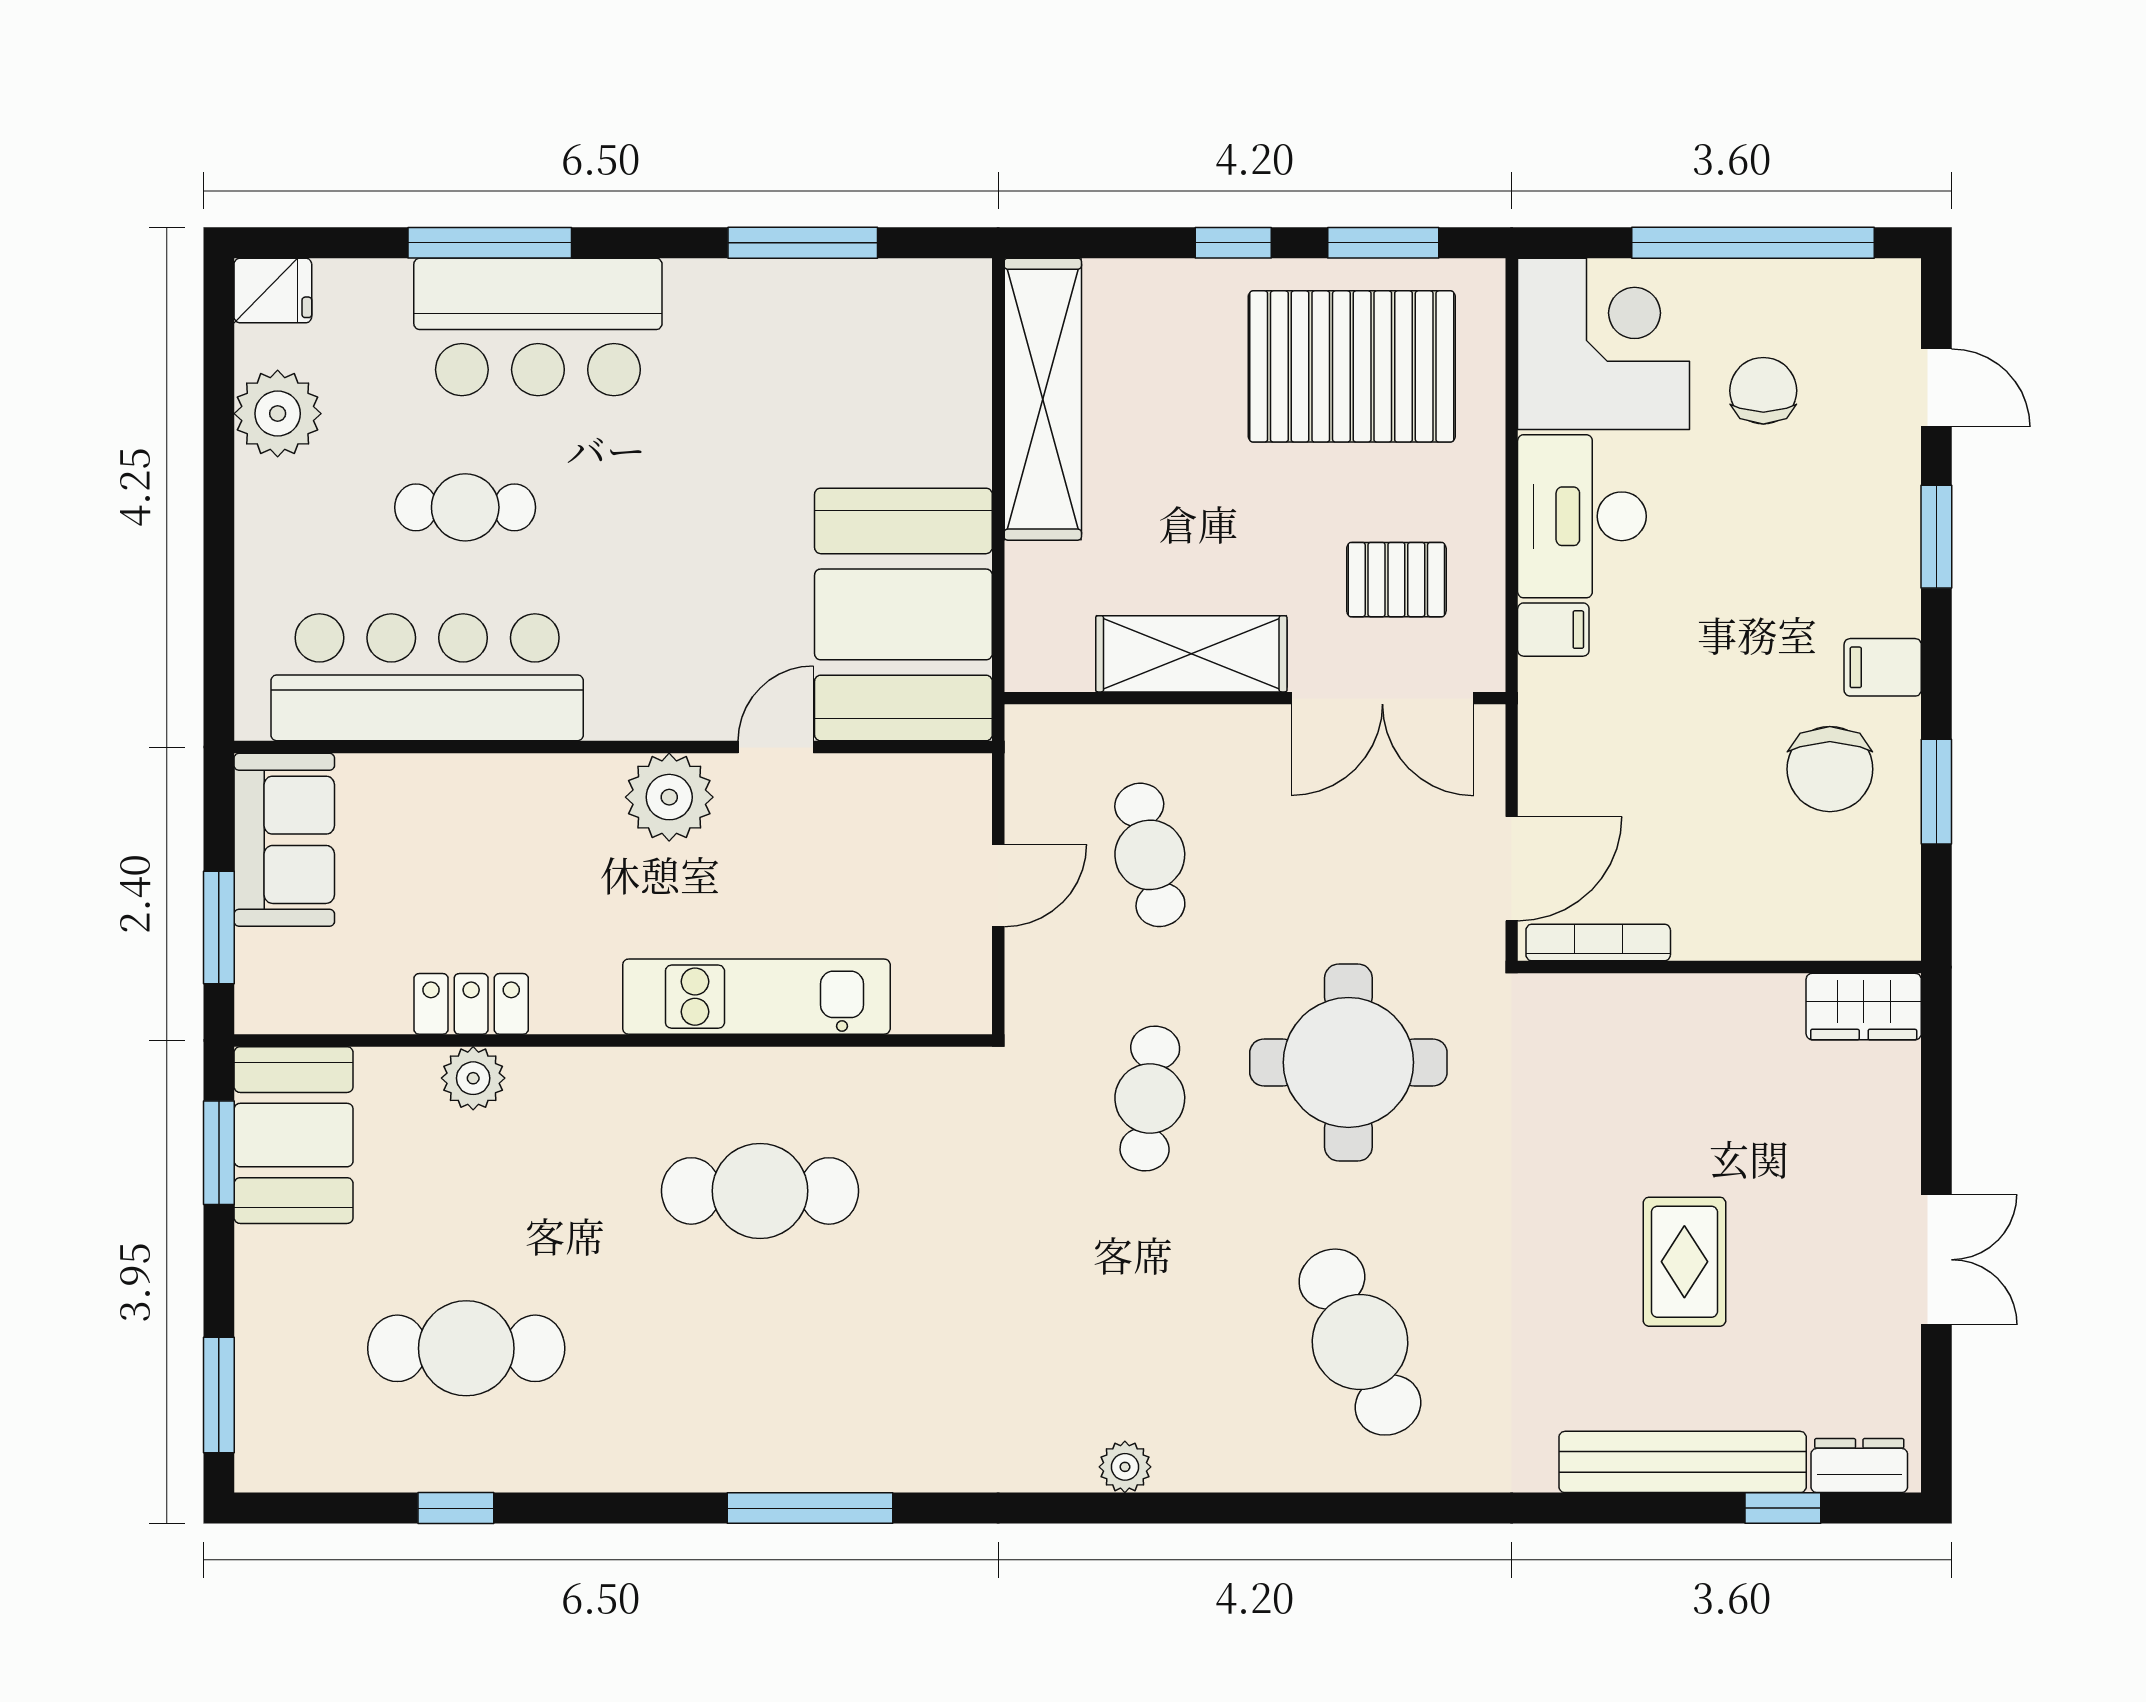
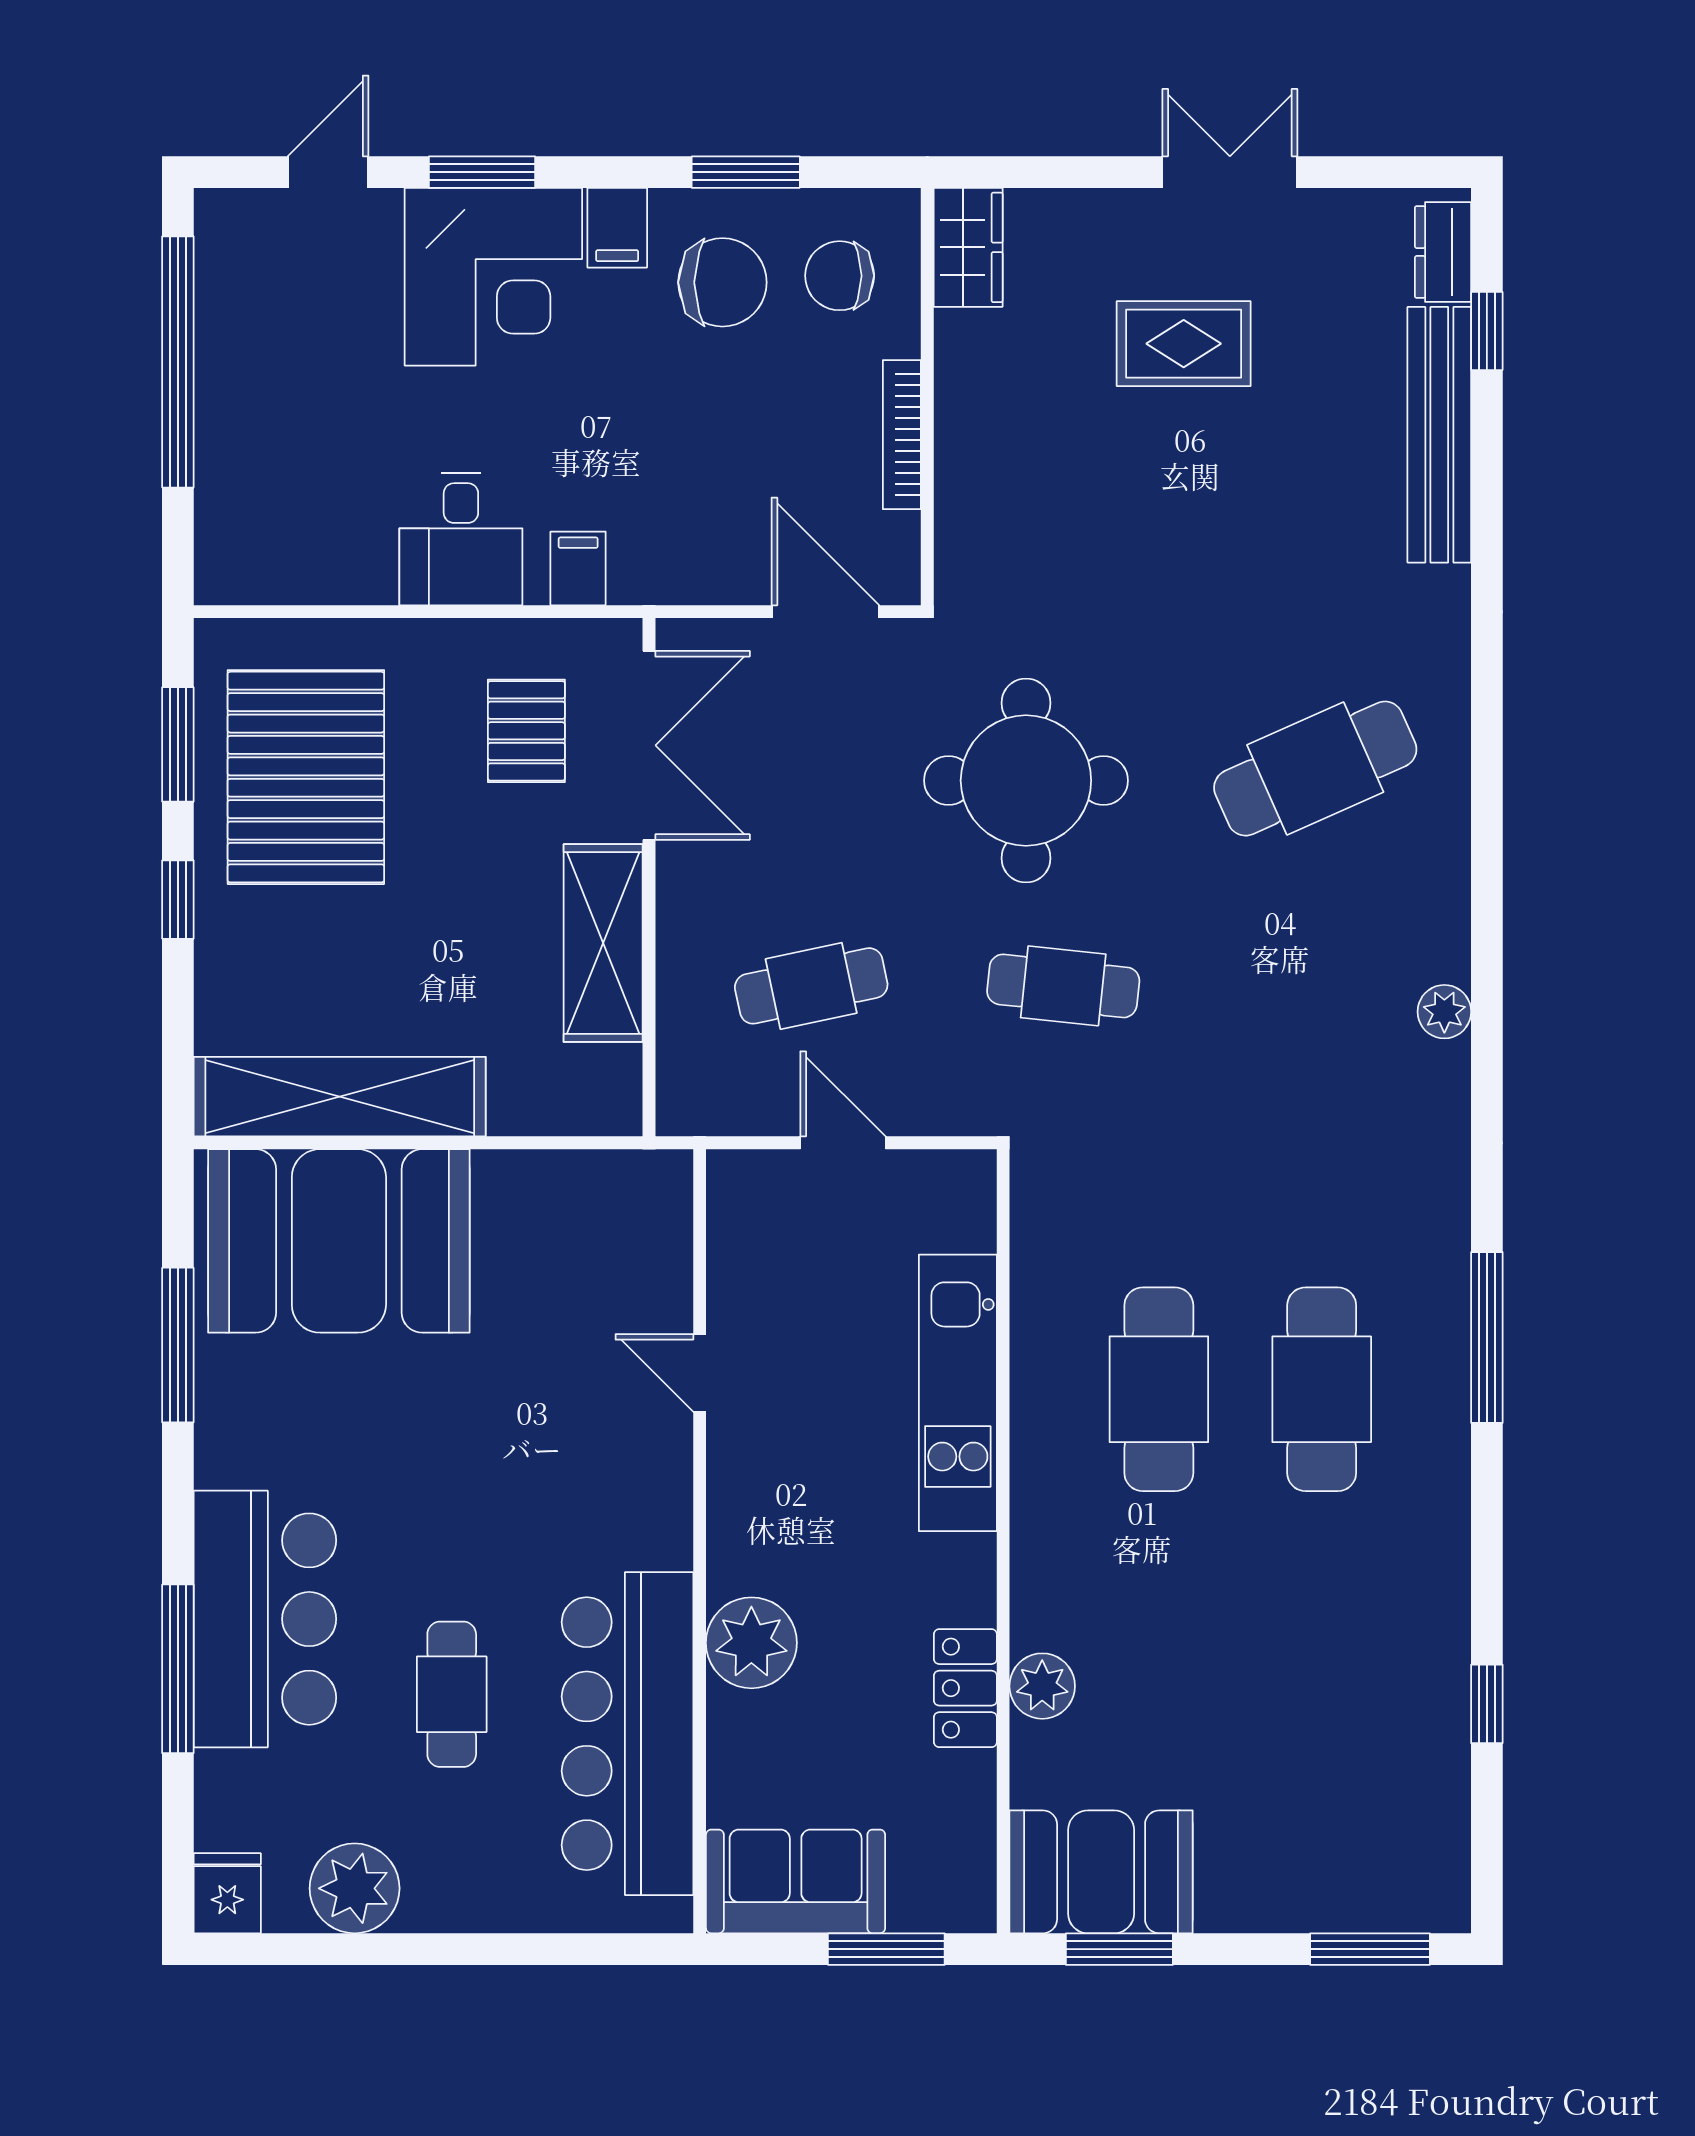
corner desk: (1604, 344) -> (493, 277), moved, turned 180
chair: (1763, 391) -> (840, 276), moved
desk: (1582, 516) -> (461, 539), width x0.73
booth: (903, 614) -> (339, 1241), moved
plant: (669, 797) -> (751, 1643), moved
bookcase: (1598, 943) -> (902, 435), moved
rug: (1684, 1262) -> (1184, 344), moved
cafe table: (466, 1348) -> (1322, 1389), moved

